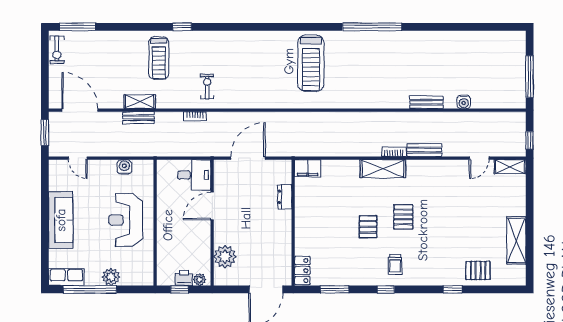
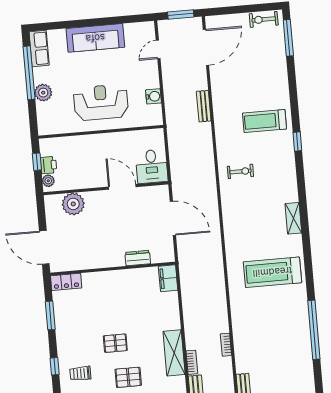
shelving: (140, 102) -> (293, 218), moved
bookcase: (195, 116) -> (226, 345), moved

